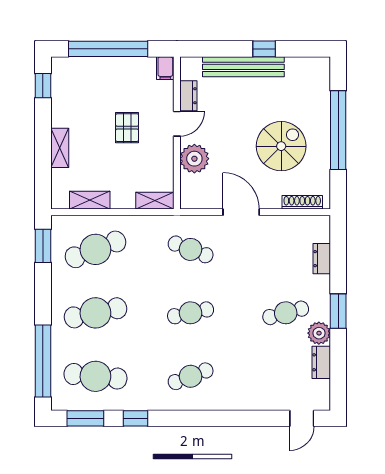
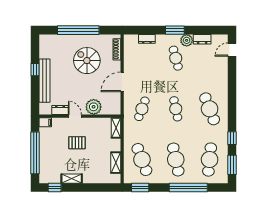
shelving: (60, 148) -> (72, 179), moved
window: (43, 361) -> (188, 188), moved
cafe table: (191, 376) -> (210, 109), width x1.37, depth x1.35
door: (302, 418) -> (232, 50), swing flipped

